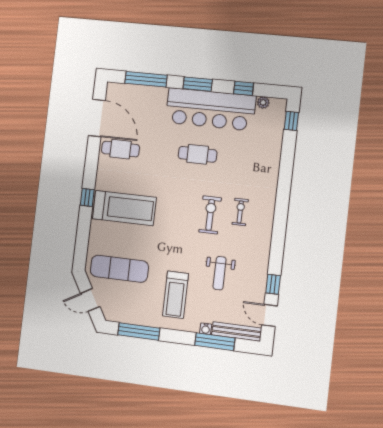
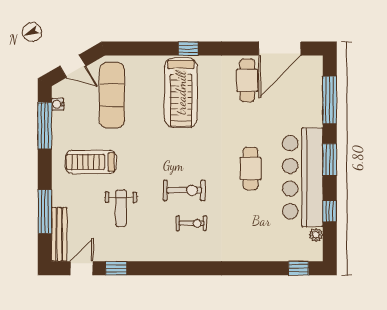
weight bench: (220, 273) -> (121, 208), turned -90
door: (90, 300) -> (73, 66), swing flipped
water cooler: (206, 329) -> (58, 104), moved

